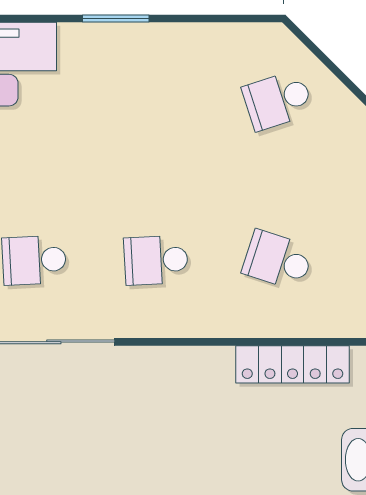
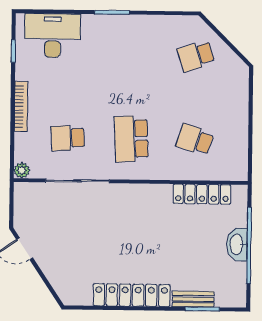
school desk: (156, 260) -> (131, 139), width x1.85

